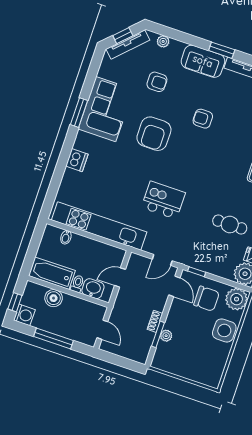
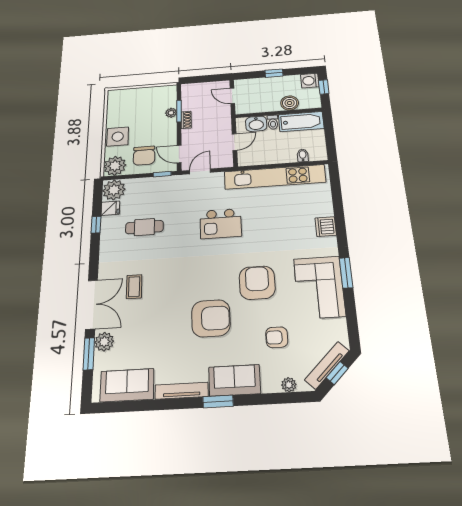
armchair: (203, 119) -> (211, 318), width x1.88, depth x1.88
chair: (207, 299) -> (144, 156), turned -90
window: (54, 339) -> (274, 73), width x0.46

